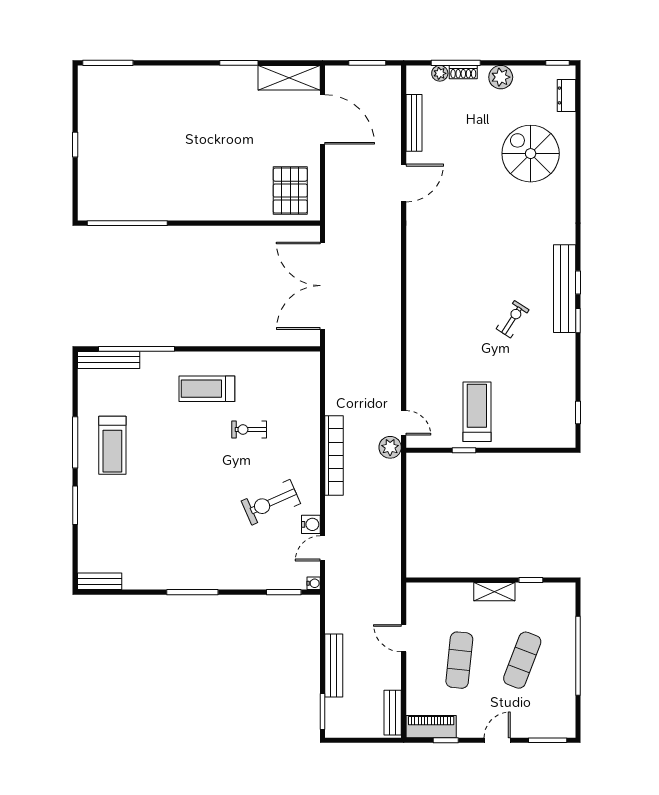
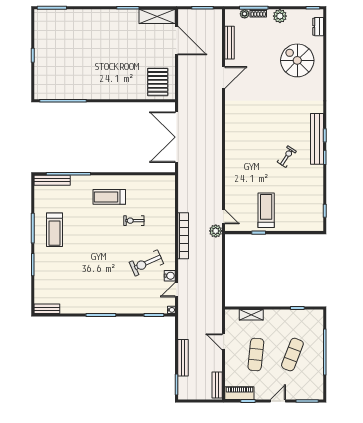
shelving: (494, 592) -> (251, 315), moved

